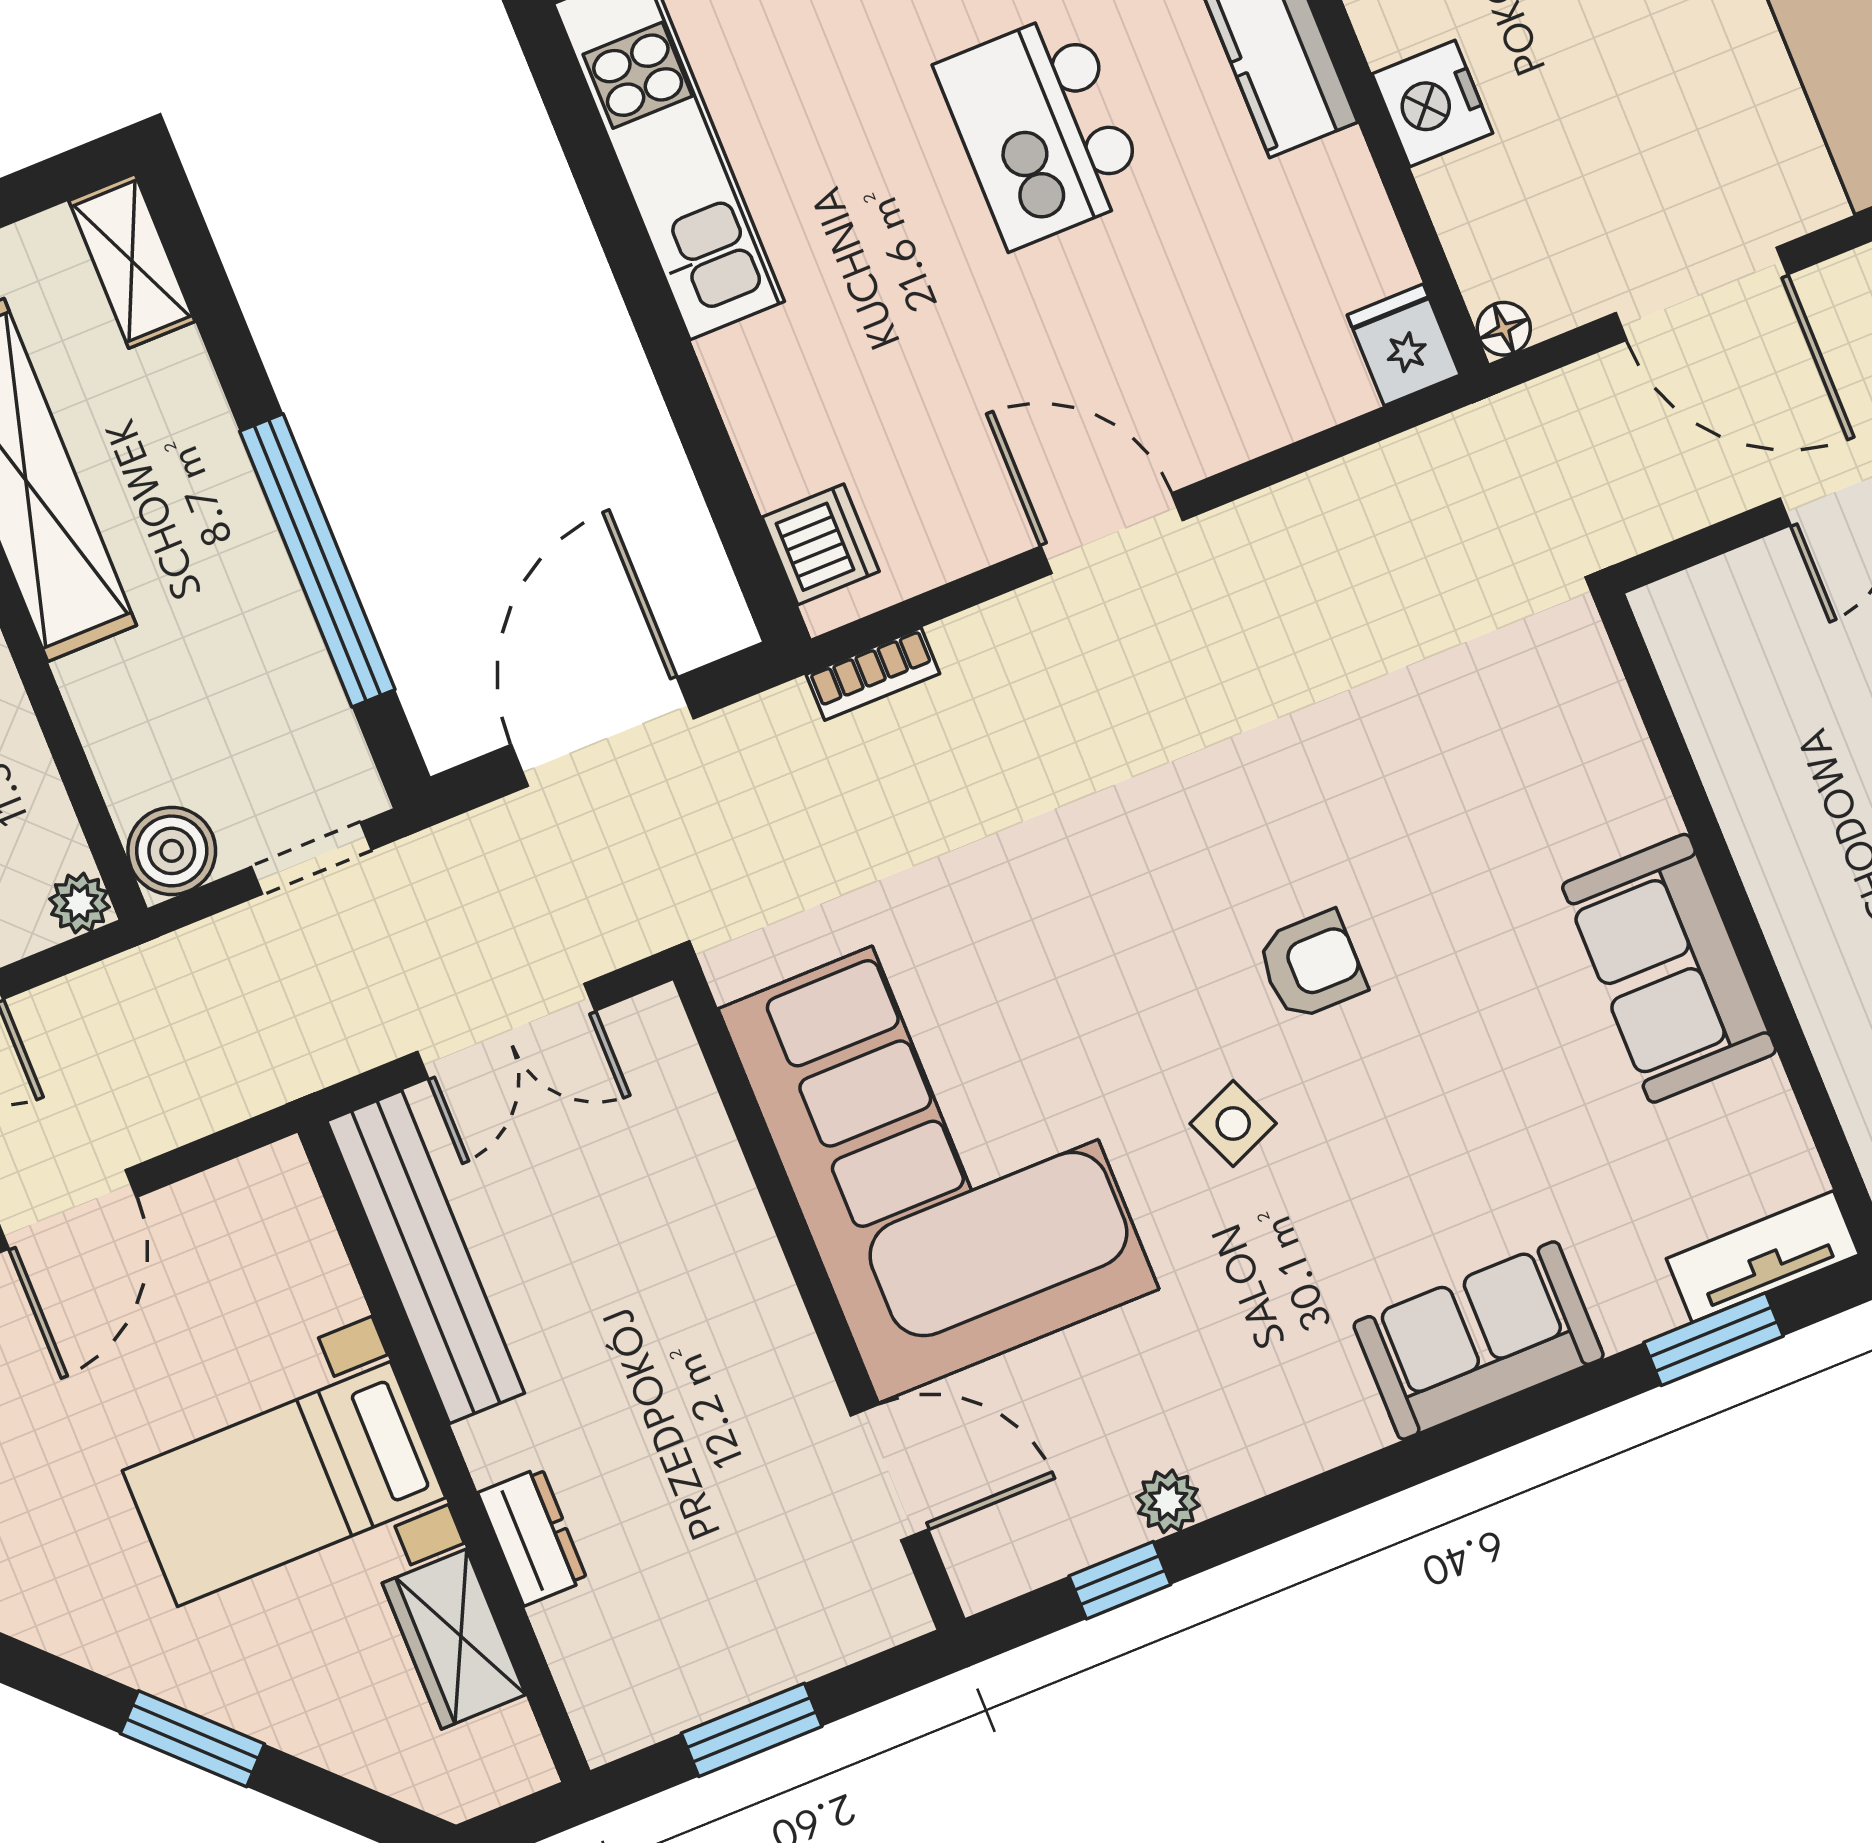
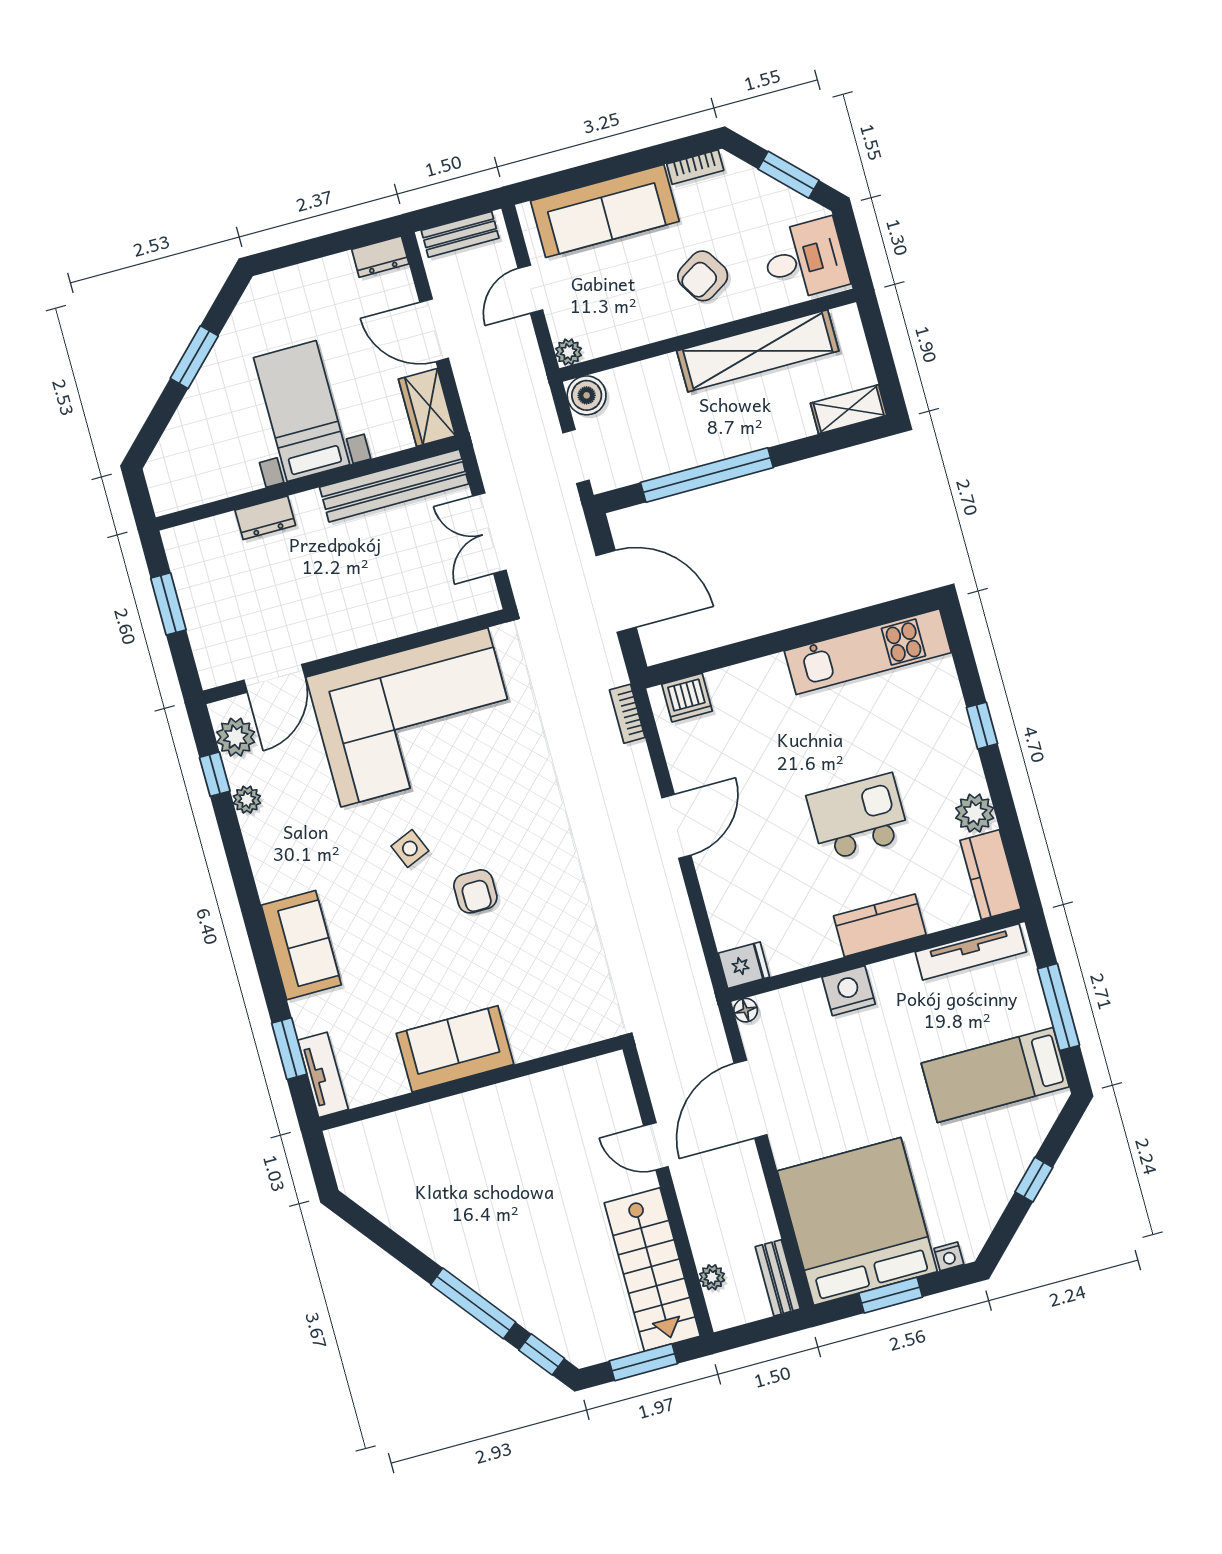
plant: (1031, 1543) -> (236, 737), added
wardrobe: (454, 1639) -> (427, 407), moved, turned -90

